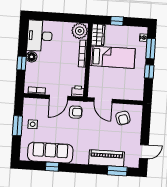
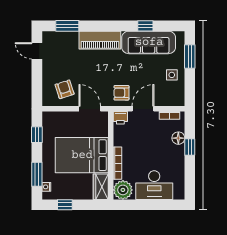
window: (117, 21) -> (65, 205), moved
desk: (40, 36) -> (154, 185), moved, turned 90
floor lamp: (32, 57) -> (178, 138), moved
bed: (112, 57) -> (82, 155), width x1.50
window: (149, 71) -> (37, 135), moved
window: (17, 126) -> (190, 56), moved
door: (144, 152) -> (37, 51), hinge flipped
piano: (107, 158) -> (100, 40), moved

